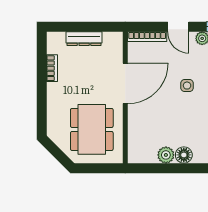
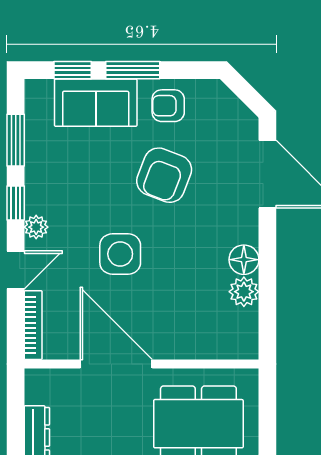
side table: (187, 86) -> (120, 254), width x1.87, depth x1.87

